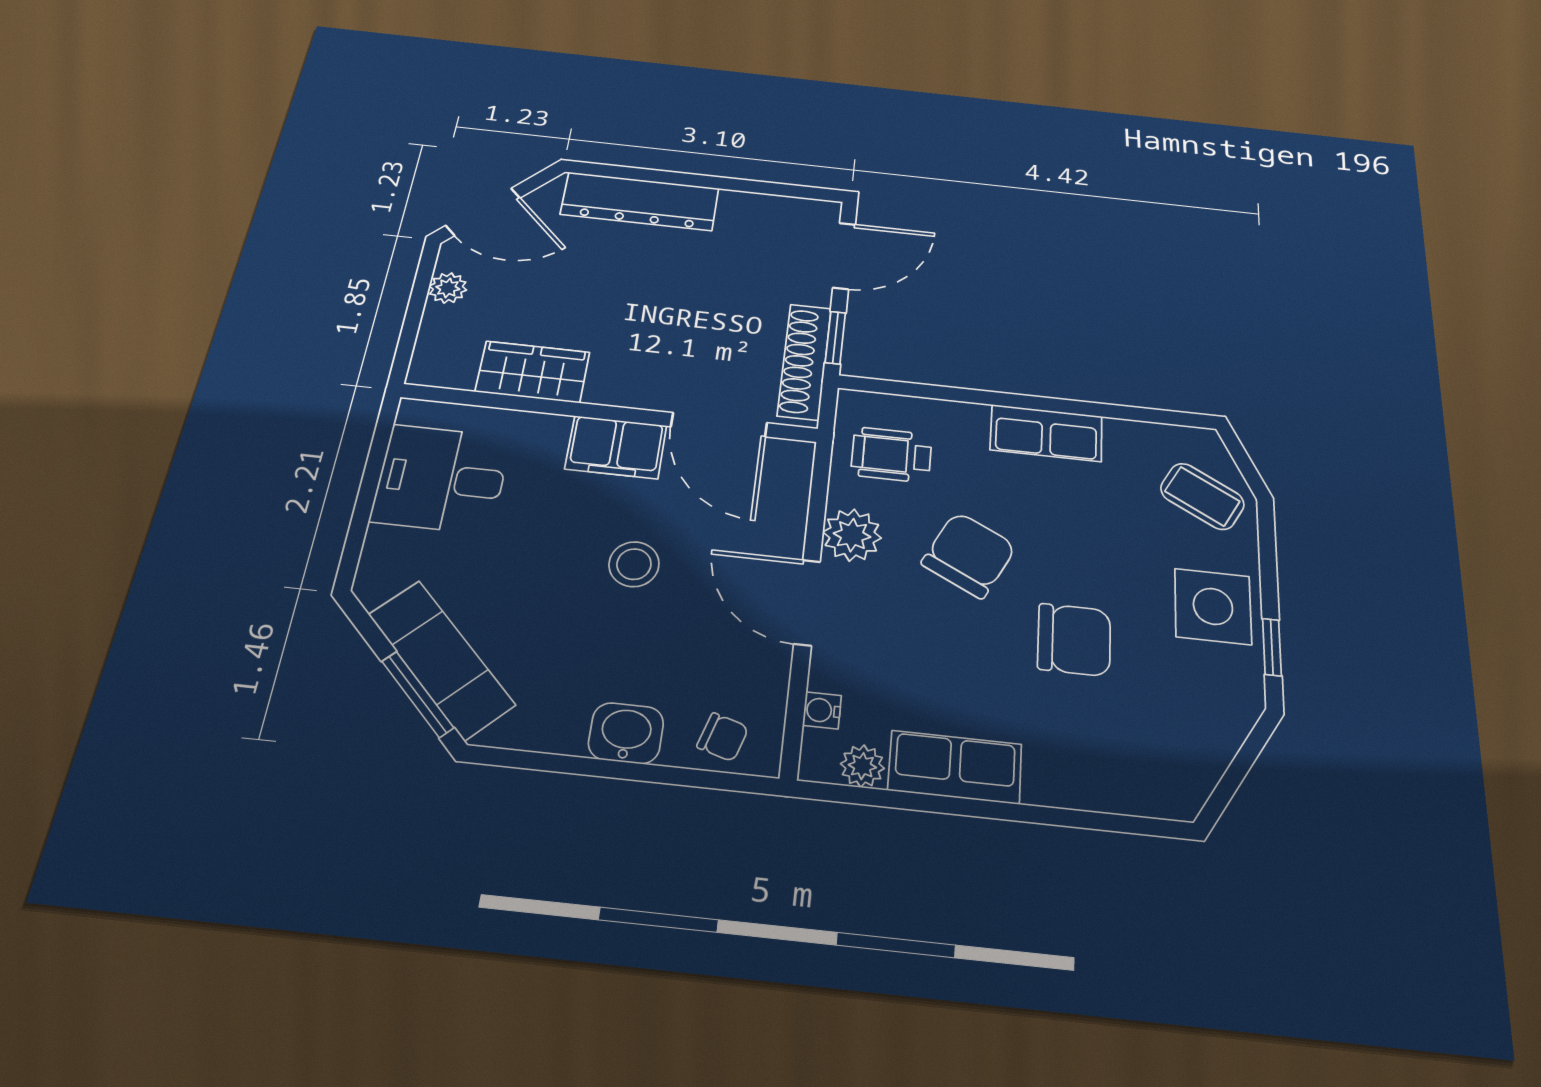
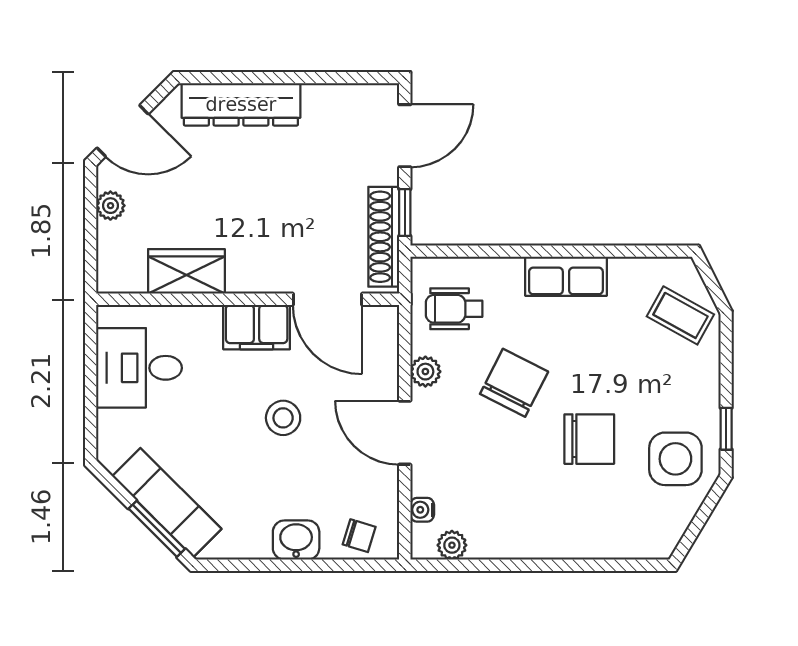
plant: (852, 535) -> (425, 372), width x0.73, depth x0.73
side table: (1213, 606) -> (675, 459), moved
row of seats: (955, 767) -> (512, 539), removed

